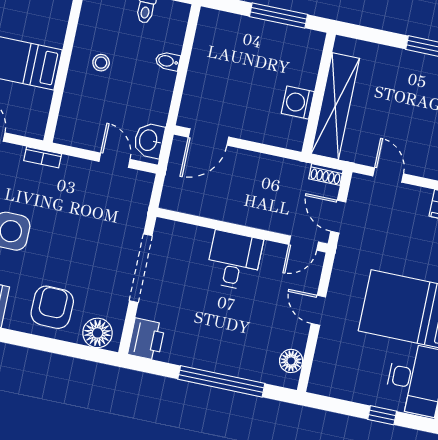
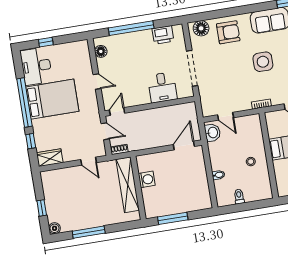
desk: (234, 261) -> (162, 87), moved
armchair: (52, 307) -> (228, 32), turned -91
printer: (146, 339) -> (163, 35), moved, turned -90

